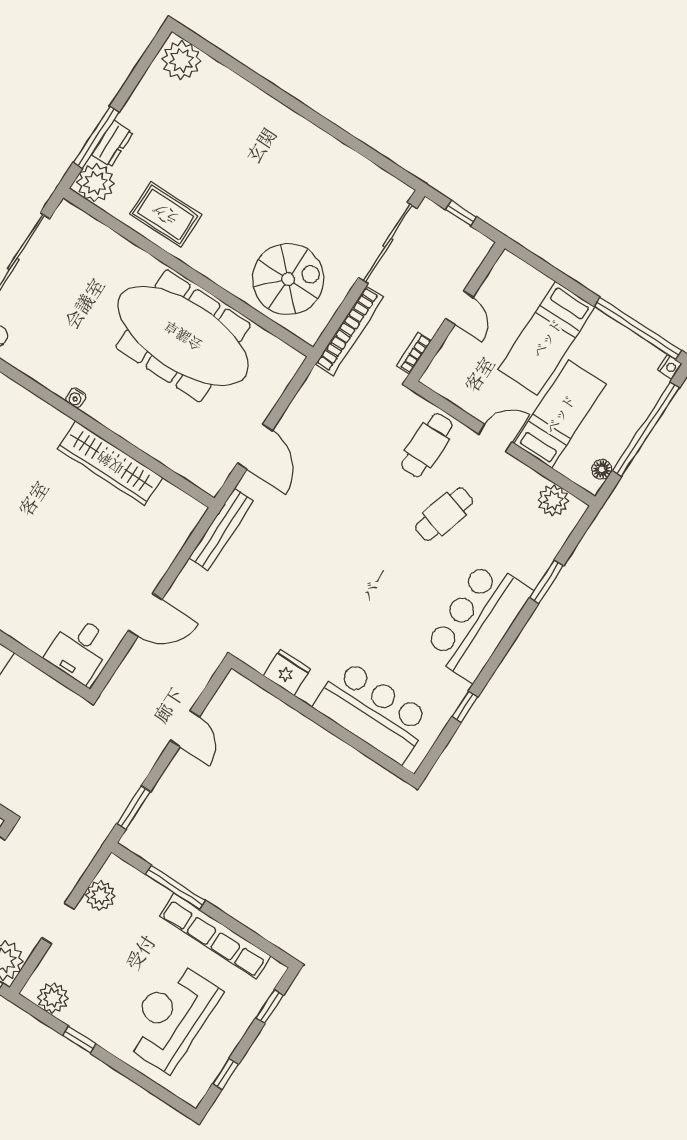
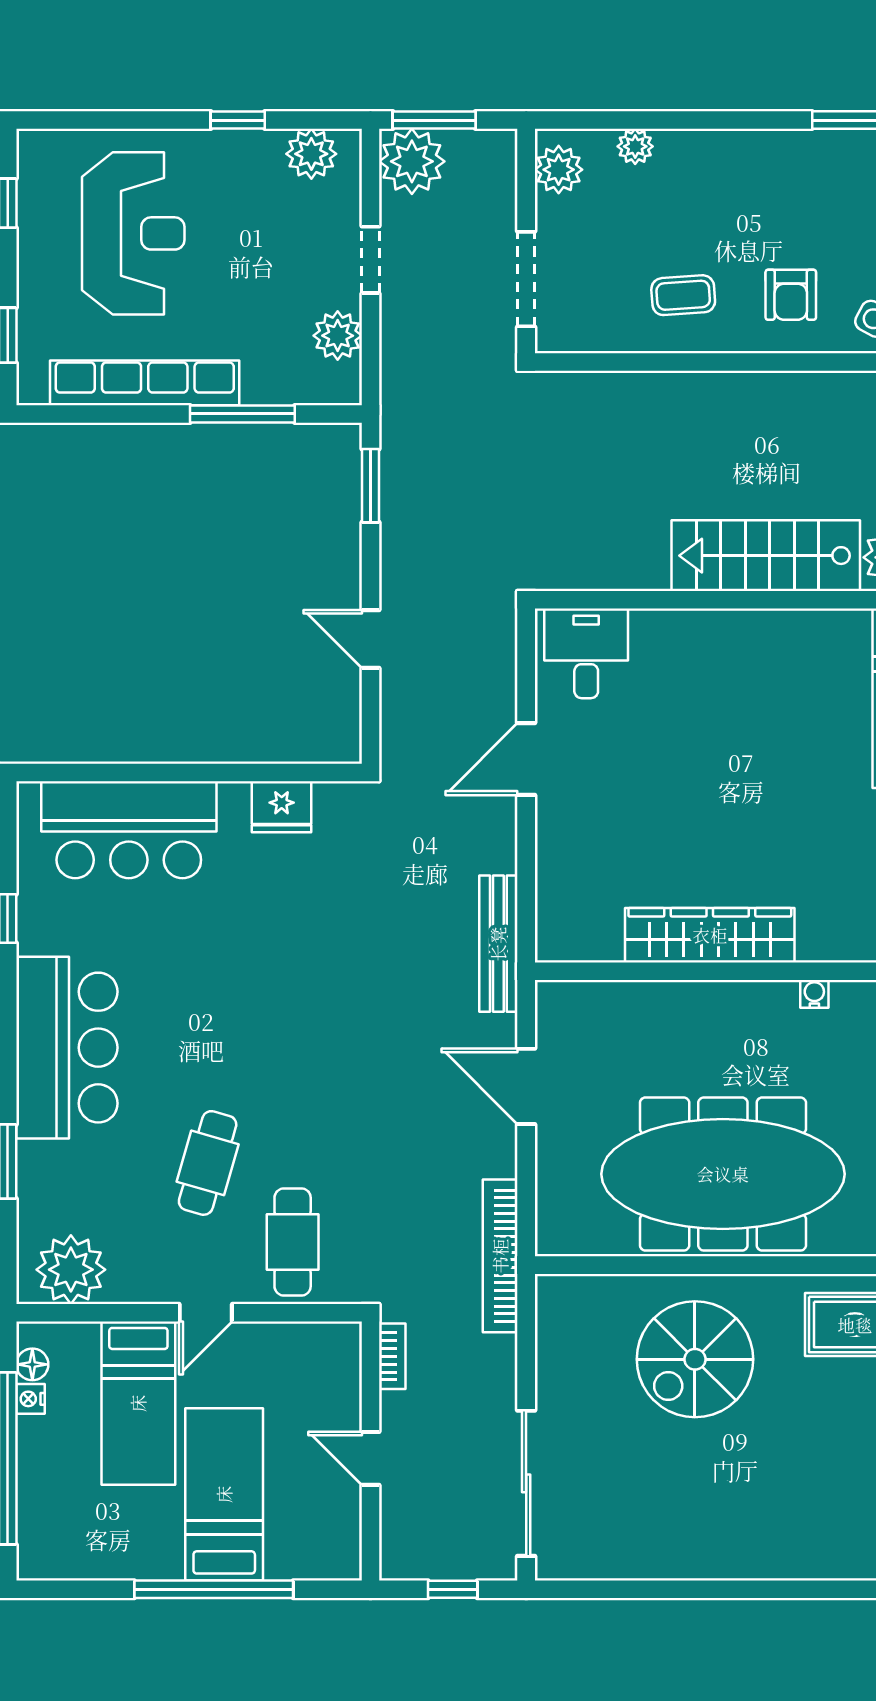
spiral stairs: (288, 279) -> (695, 1359), moved
window: (638, 328) -> (214, 1589), moved
bookcase: (350, 331) -> (500, 1256), moved
nightstand: (670, 367) -> (30, 1399), moved
plant: (553, 500) -> (71, 1270), width x1.36, depth x1.36

